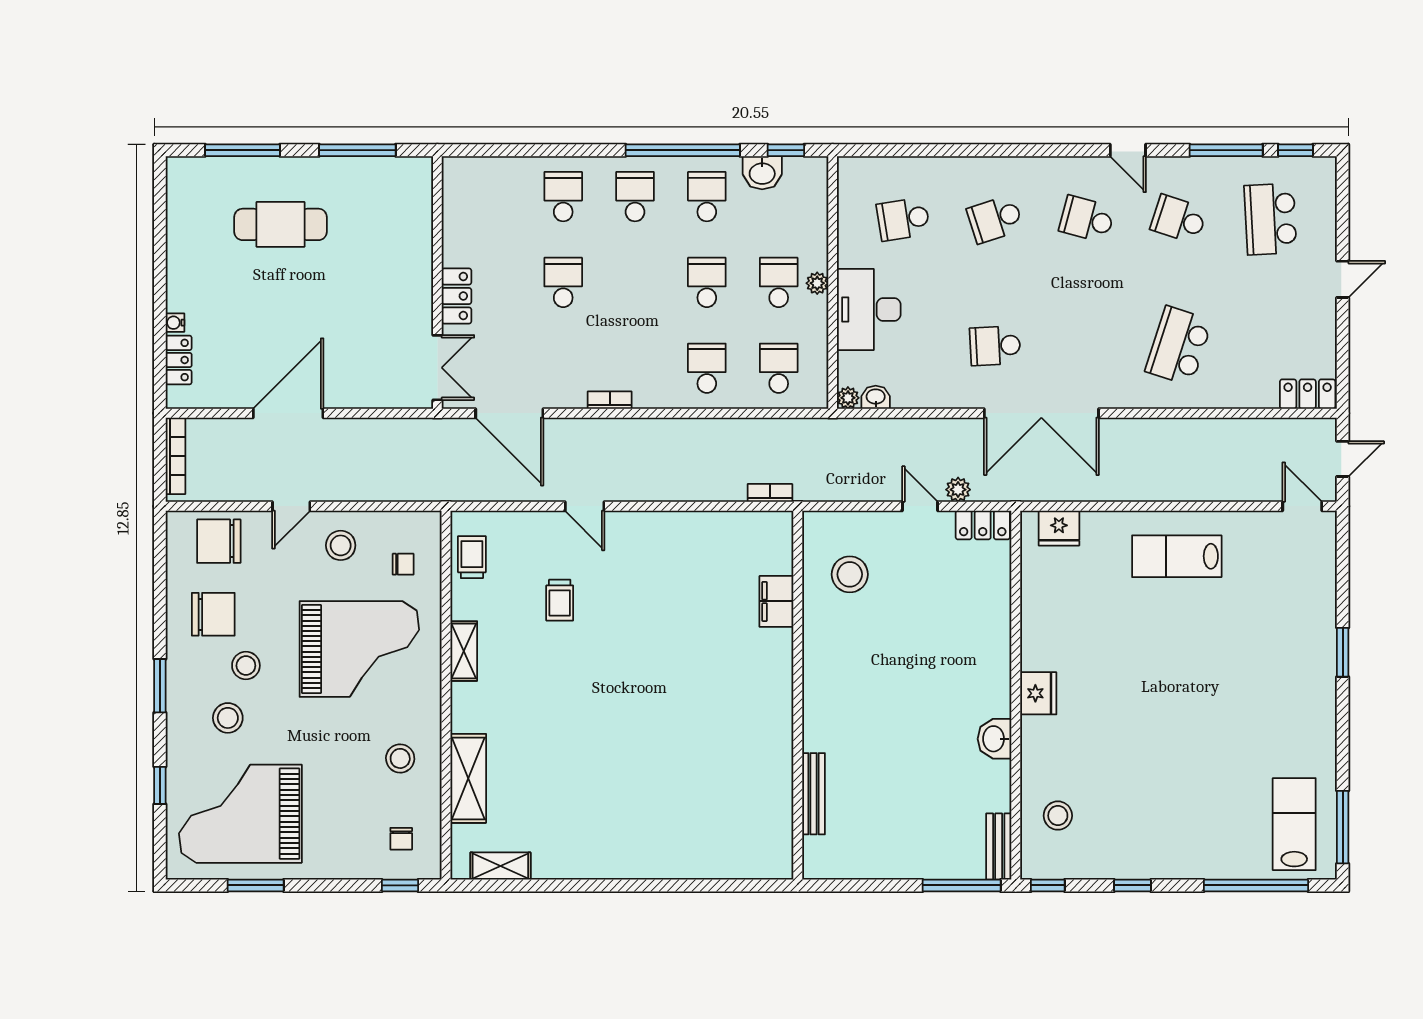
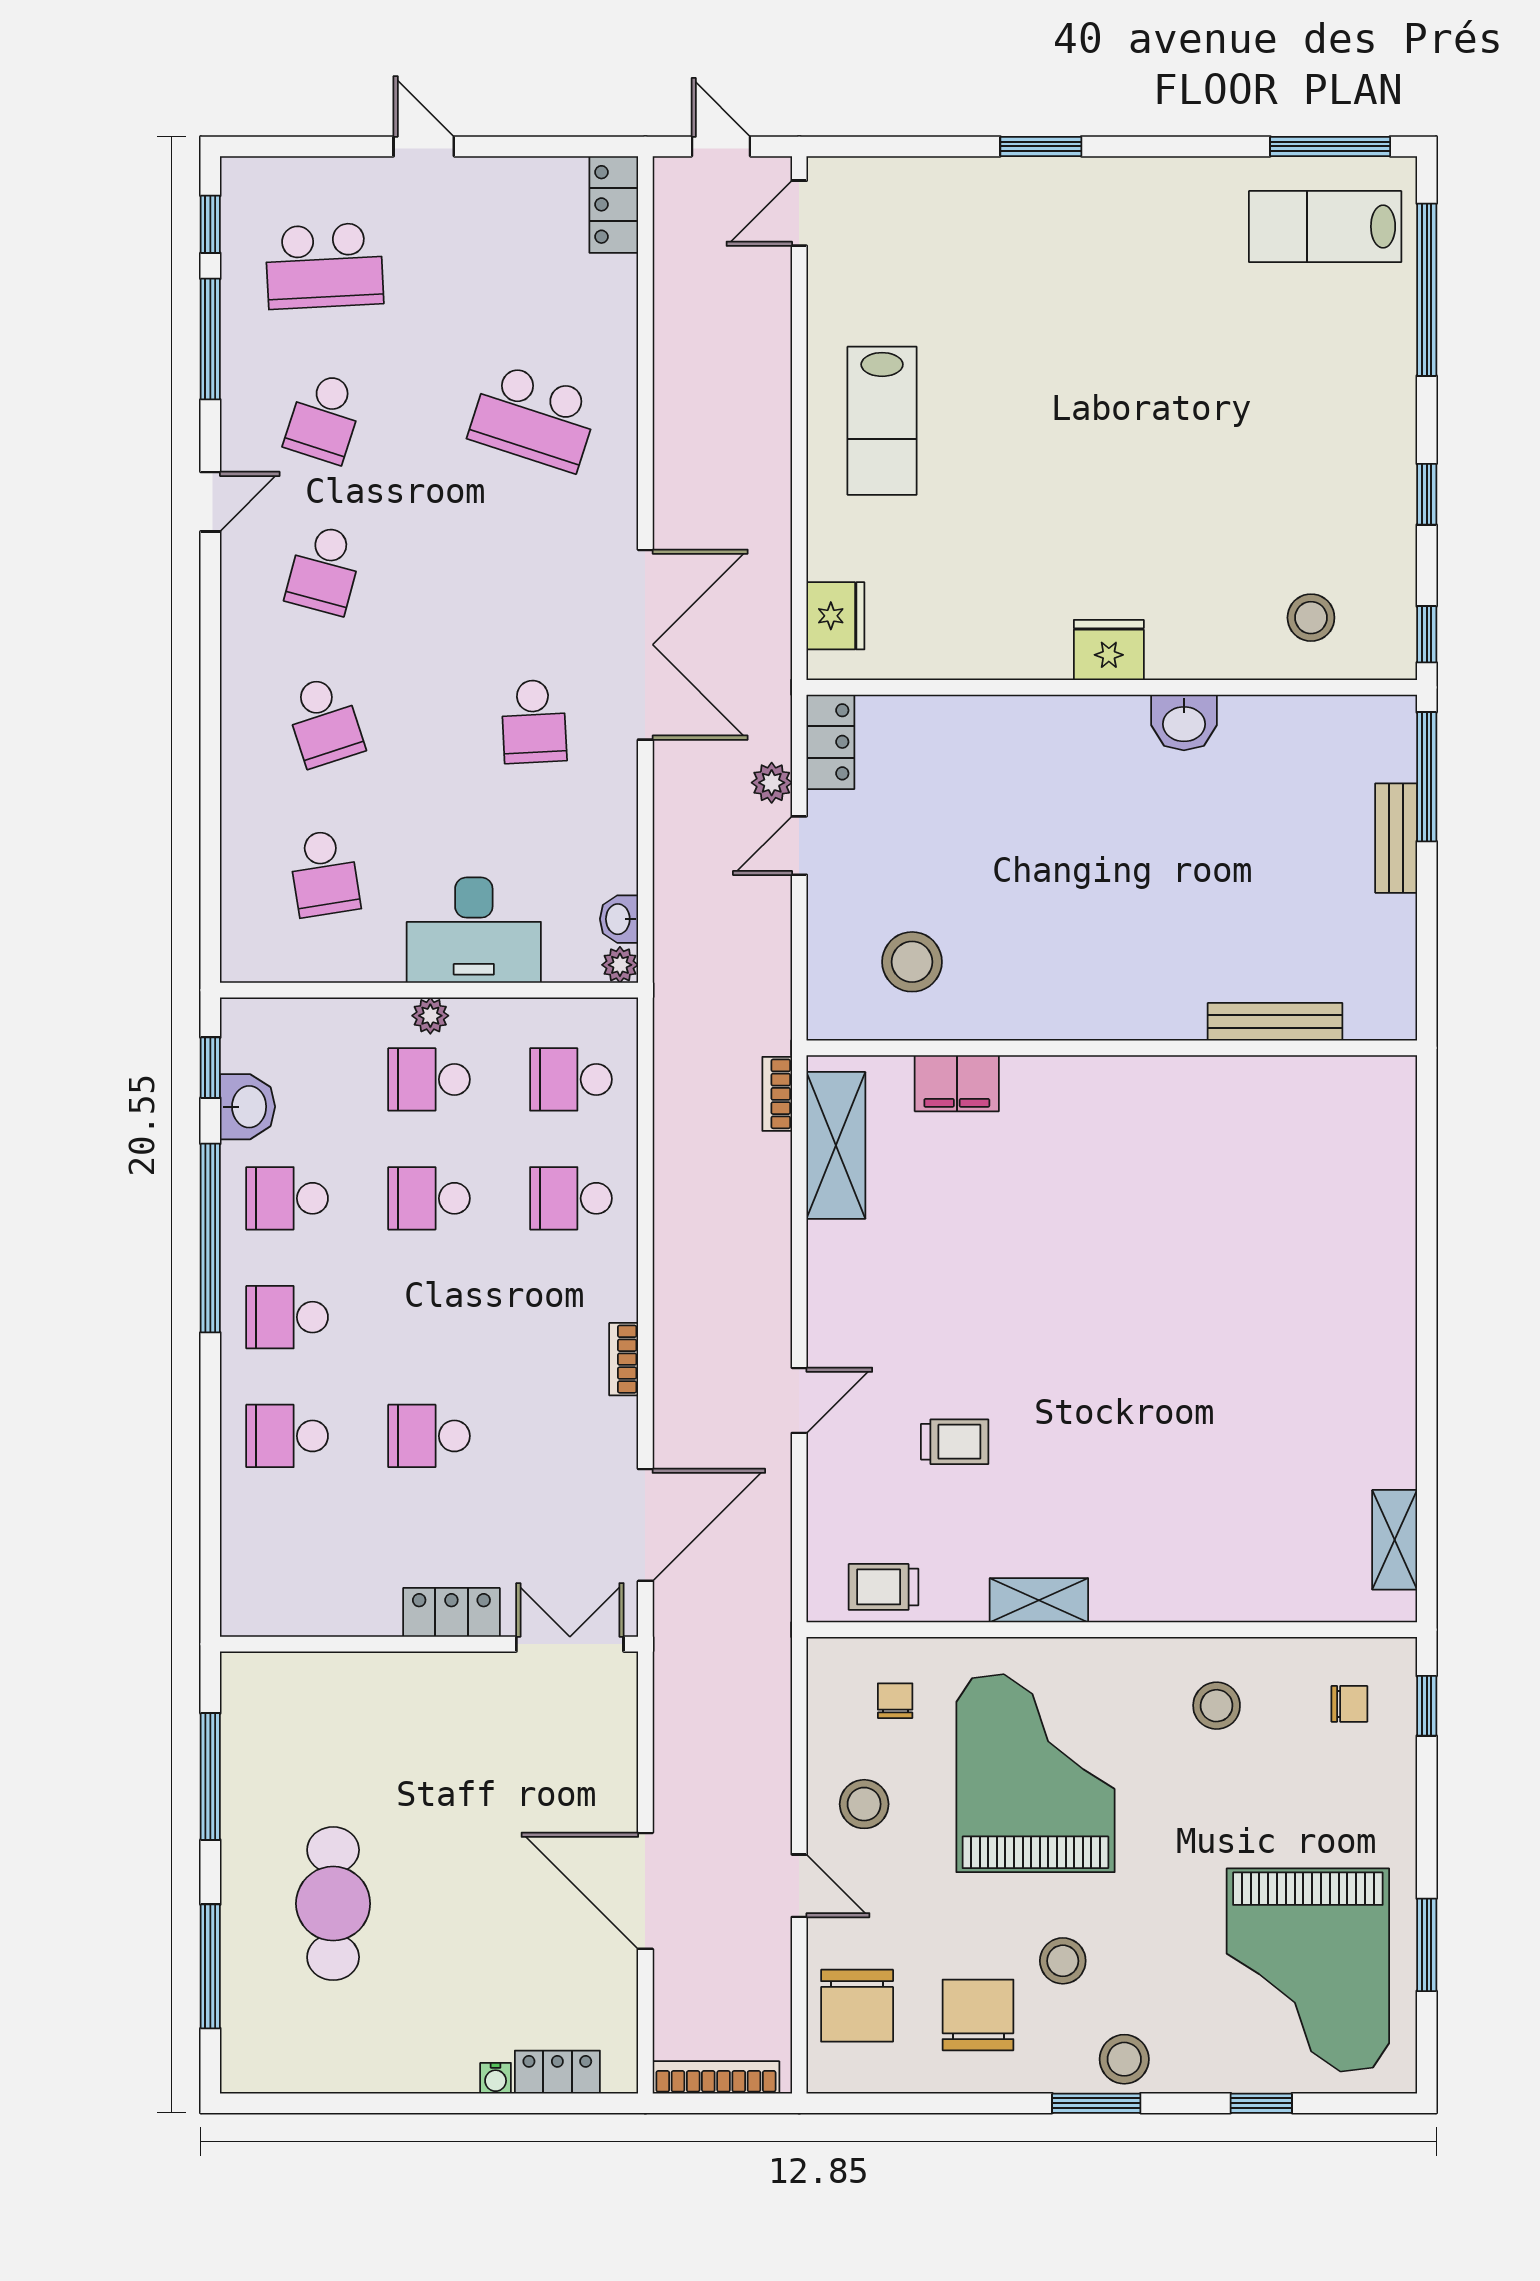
stool: (228, 718) -> (1124, 2059), moved
shelving: (468, 778) -> (836, 1145), moved, turned 90
bench: (999, 847) -> (1396, 838), moved, turned 90

